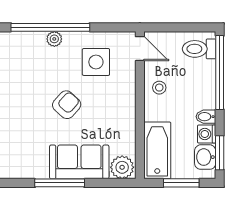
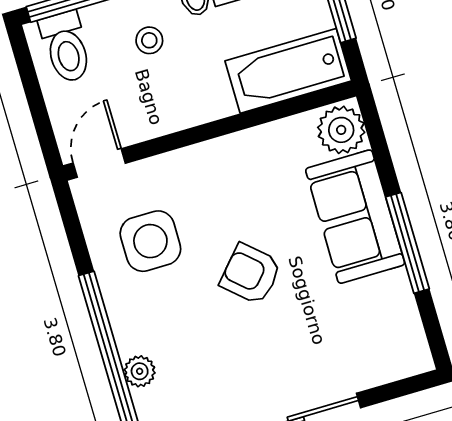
plant: (54, 39) -> (140, 371), moved
stool: (159, 88) -> (149, 40), moved

